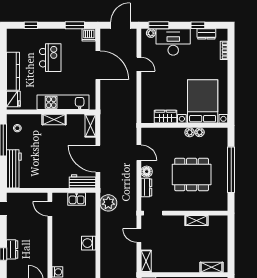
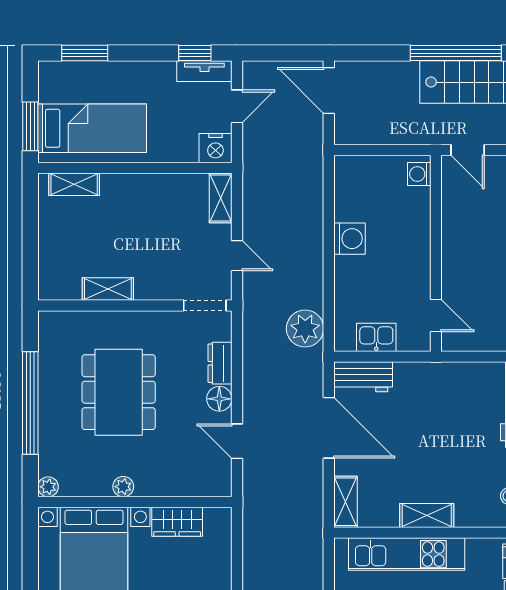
plant: (200, 132) -> (48, 487), moved
dining table: (192, 175) -> (119, 392), turned 90

